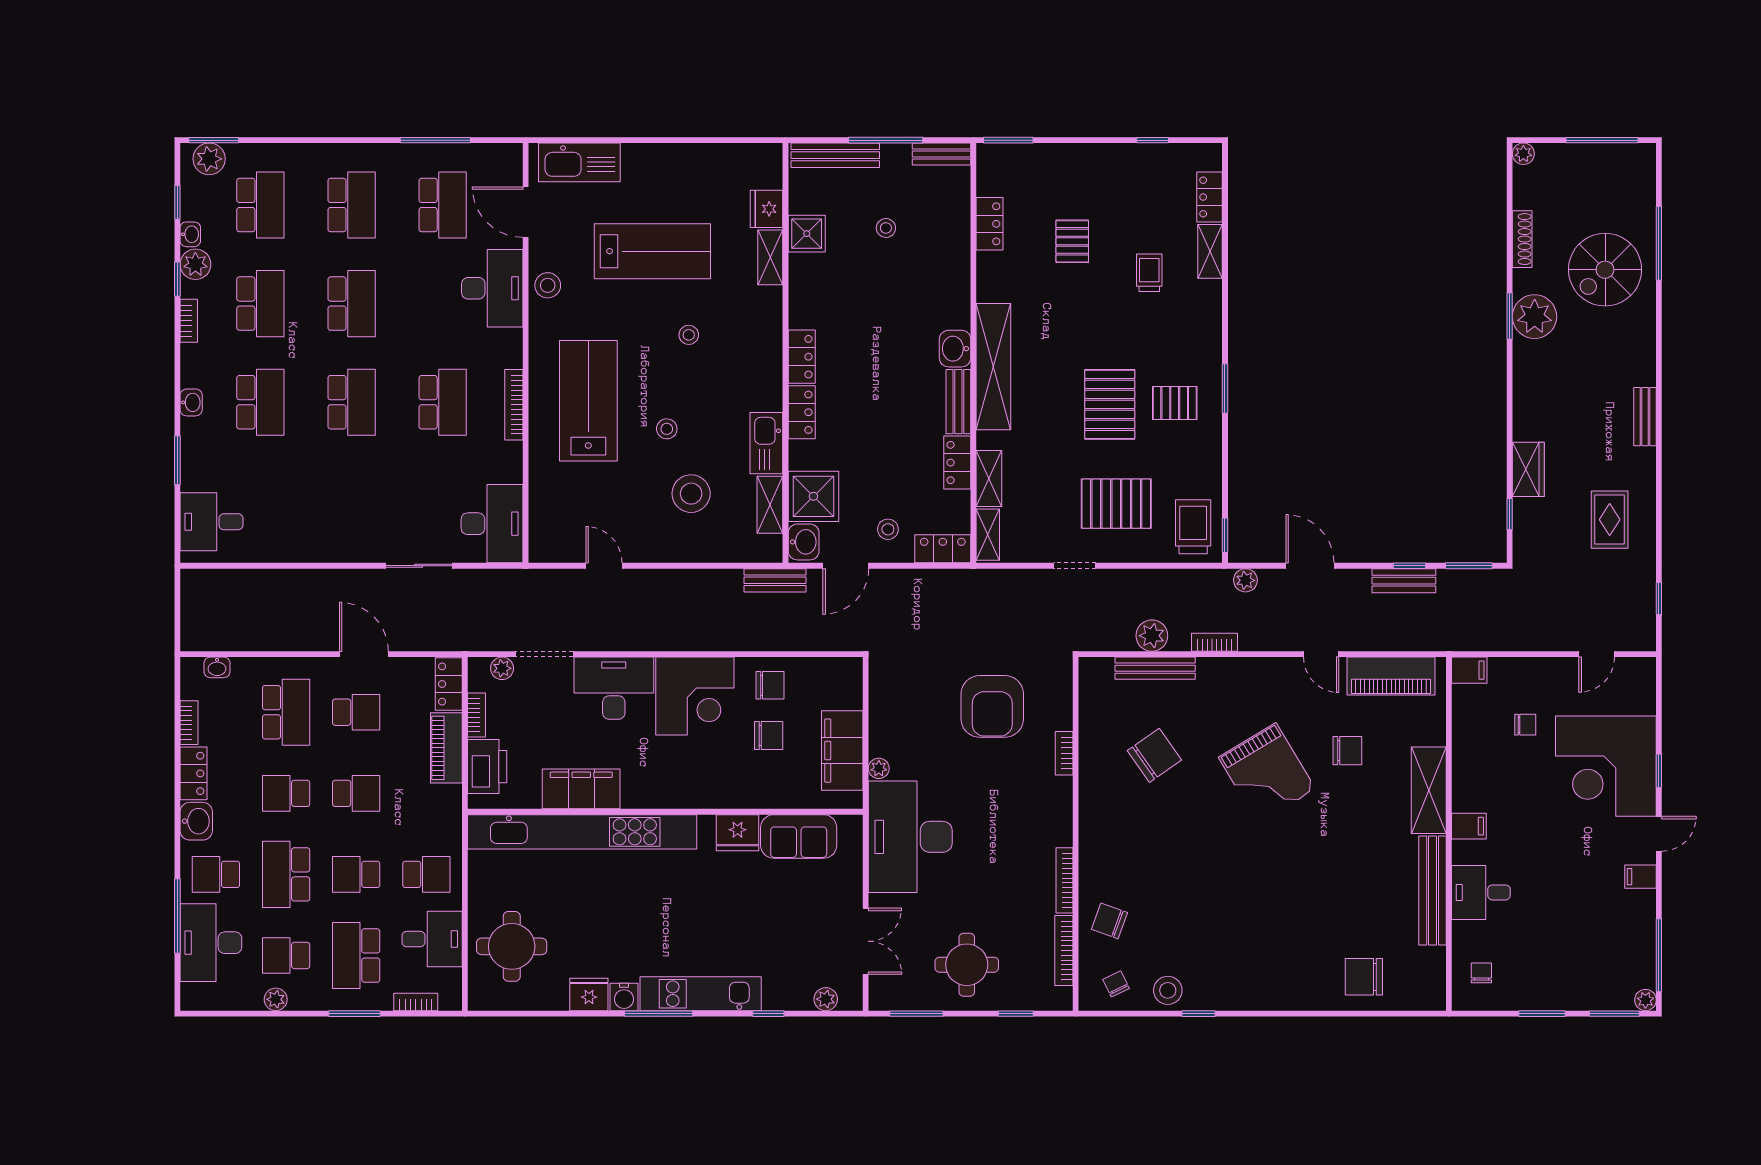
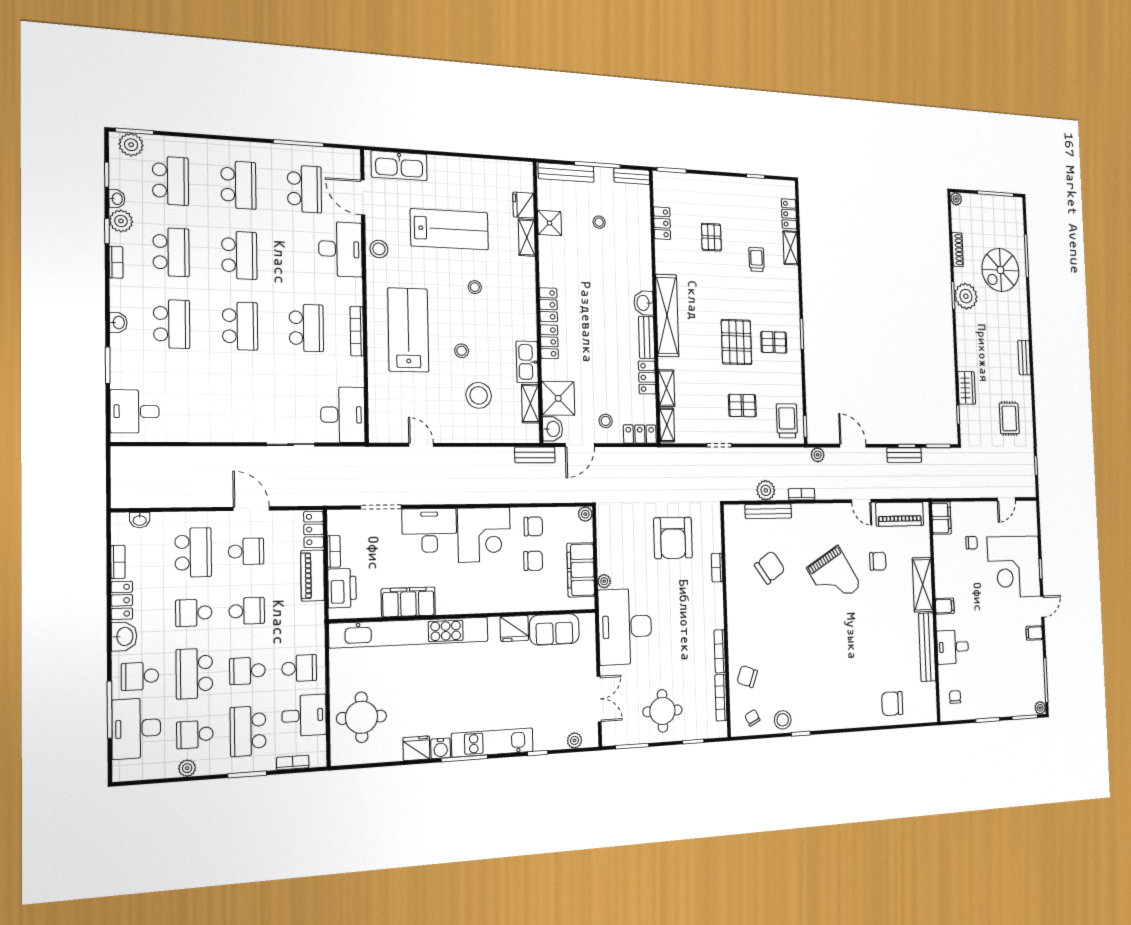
pallet: (1116, 504) -> (742, 406), width x0.67, depth x0.71
plant: (502, 668) -> (585, 514), moved
filing cabinet: (1469, 670) -> (941, 518), width x2.00

